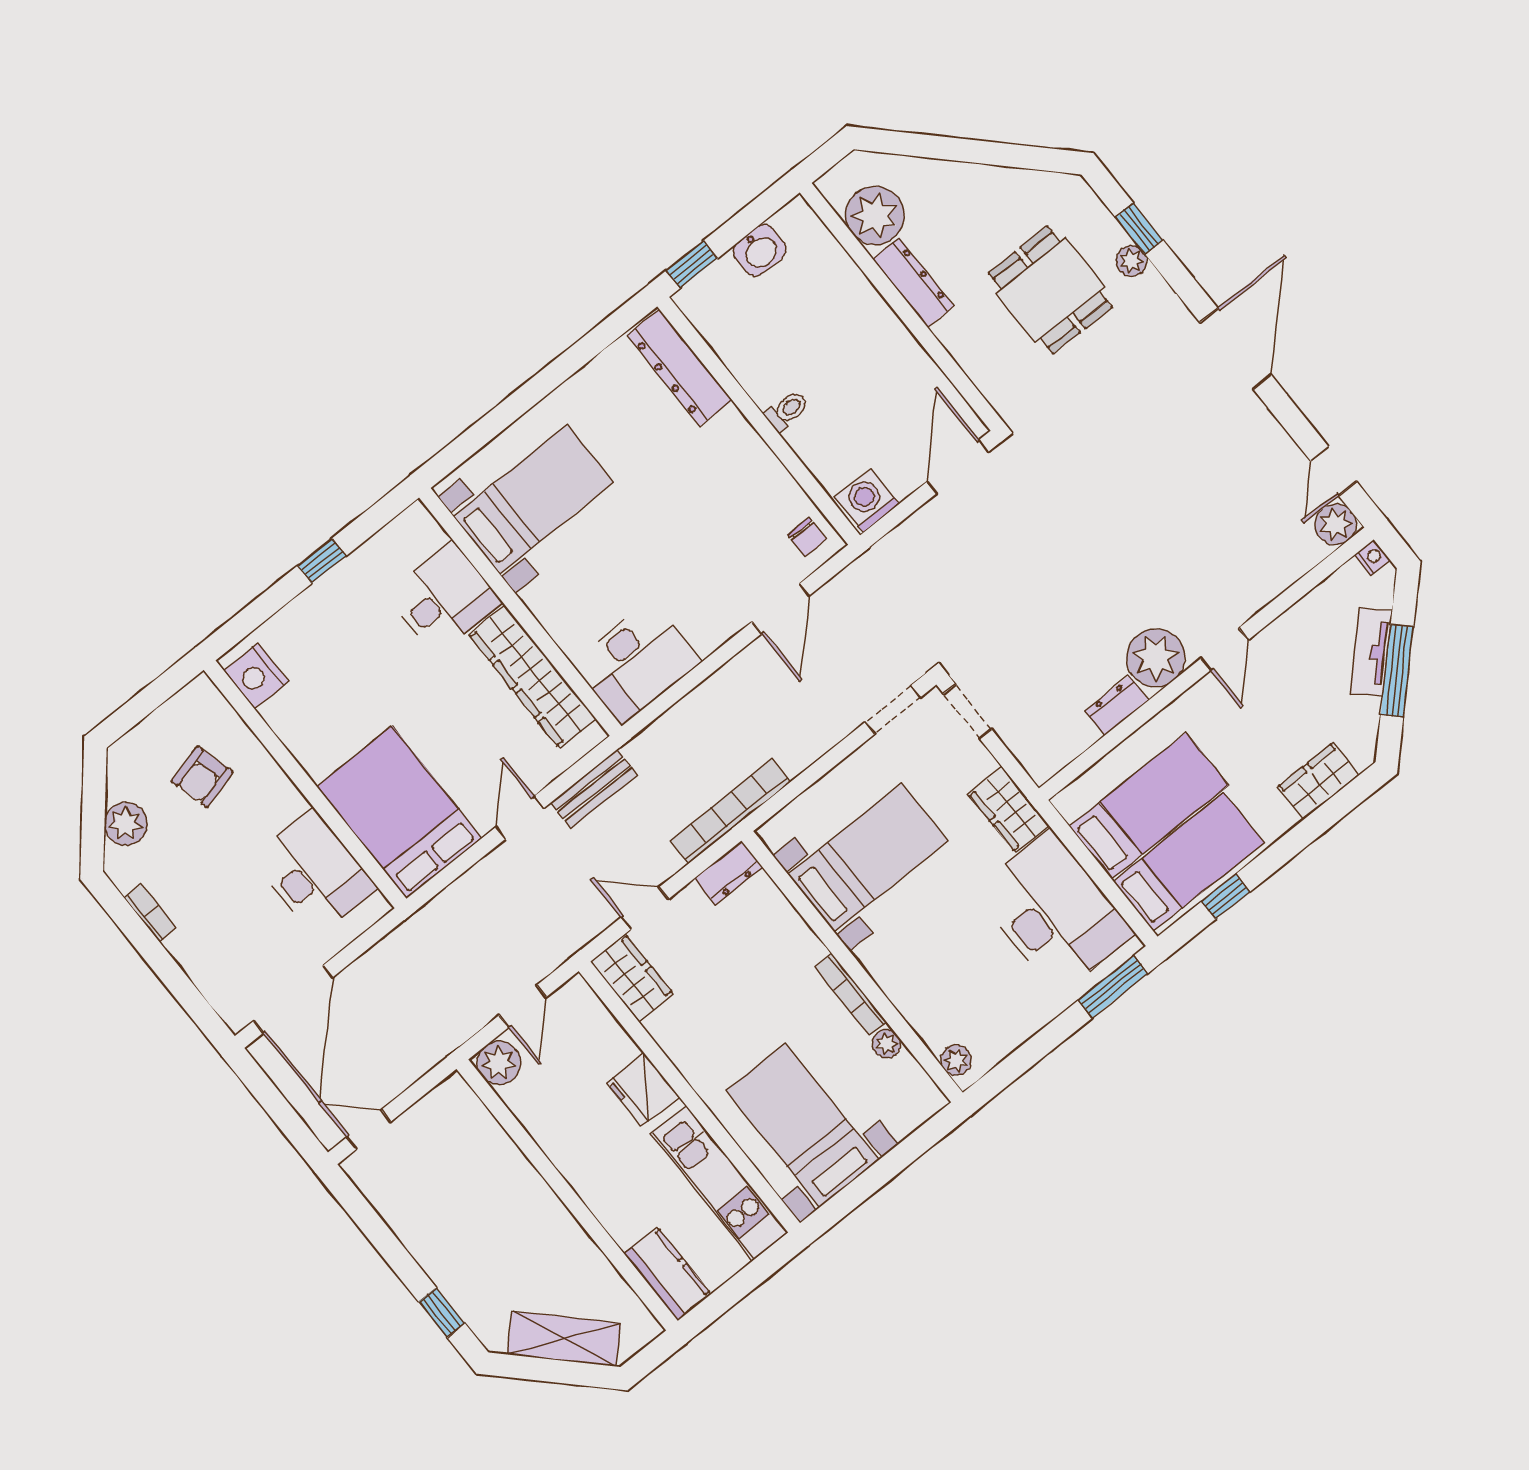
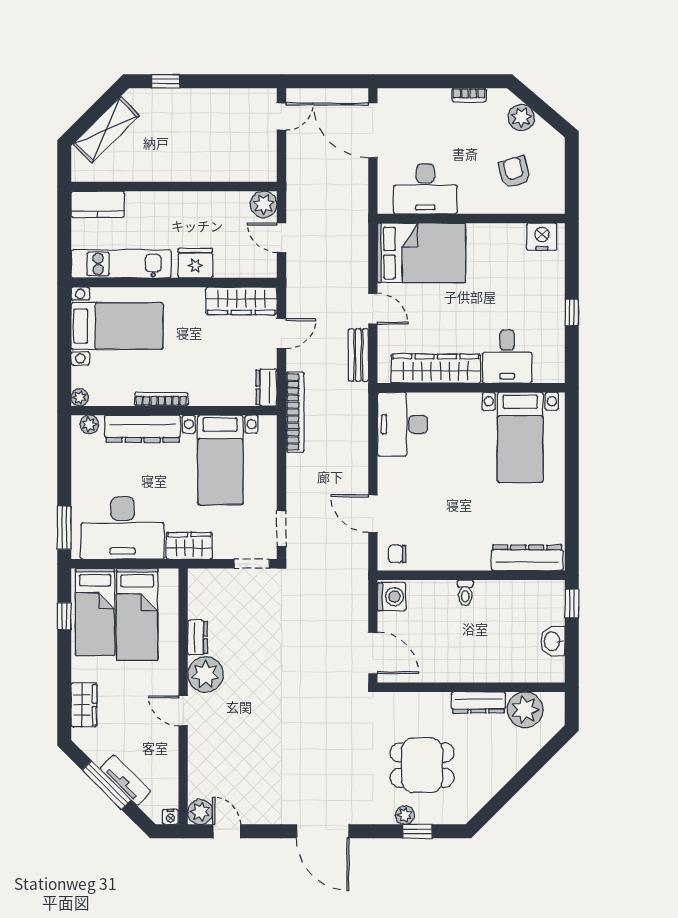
wardrobe: (632, 978) -> (241, 301), width x1.50
dresser: (907, 988) -> (143, 429), added
plant: (886, 1044) -> (80, 397), moved

